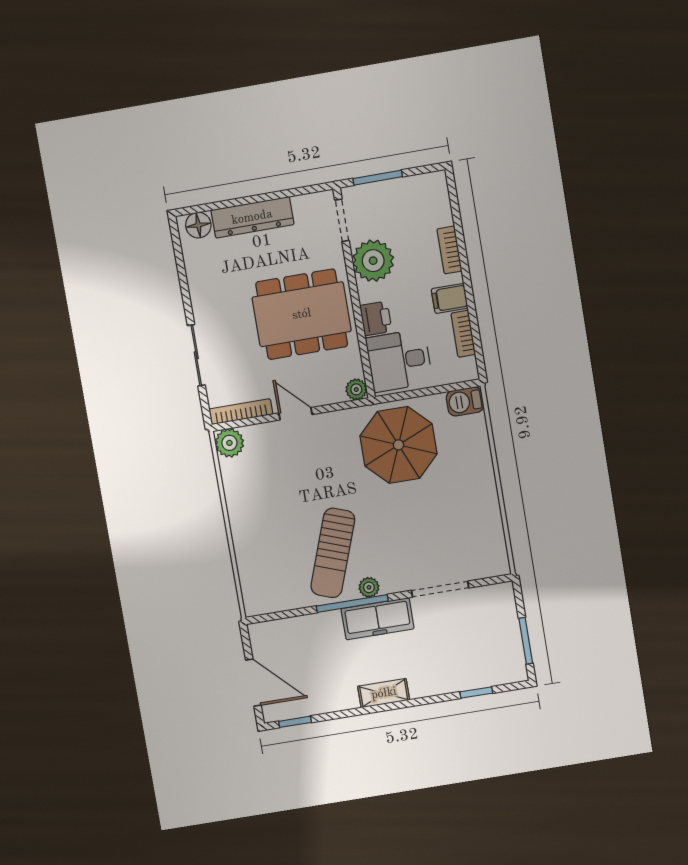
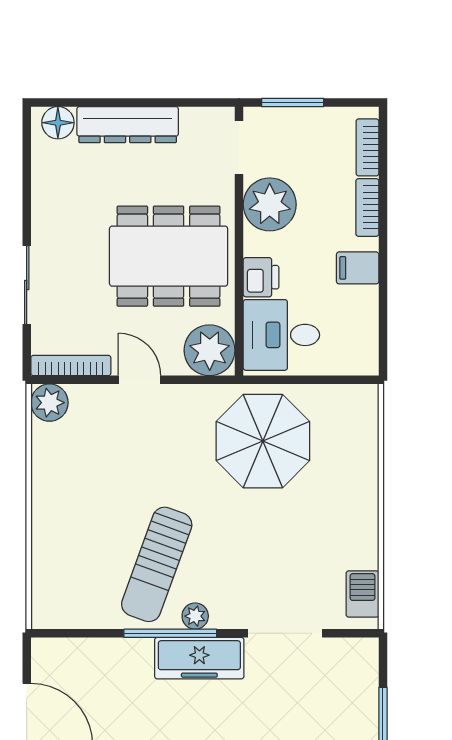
bookcase: (463, 334) -> (367, 147), moved
plant: (356, 389) -> (210, 350), width x1.88, depth x1.88
barbecue: (465, 401) -> (362, 594), moved, turned 90

